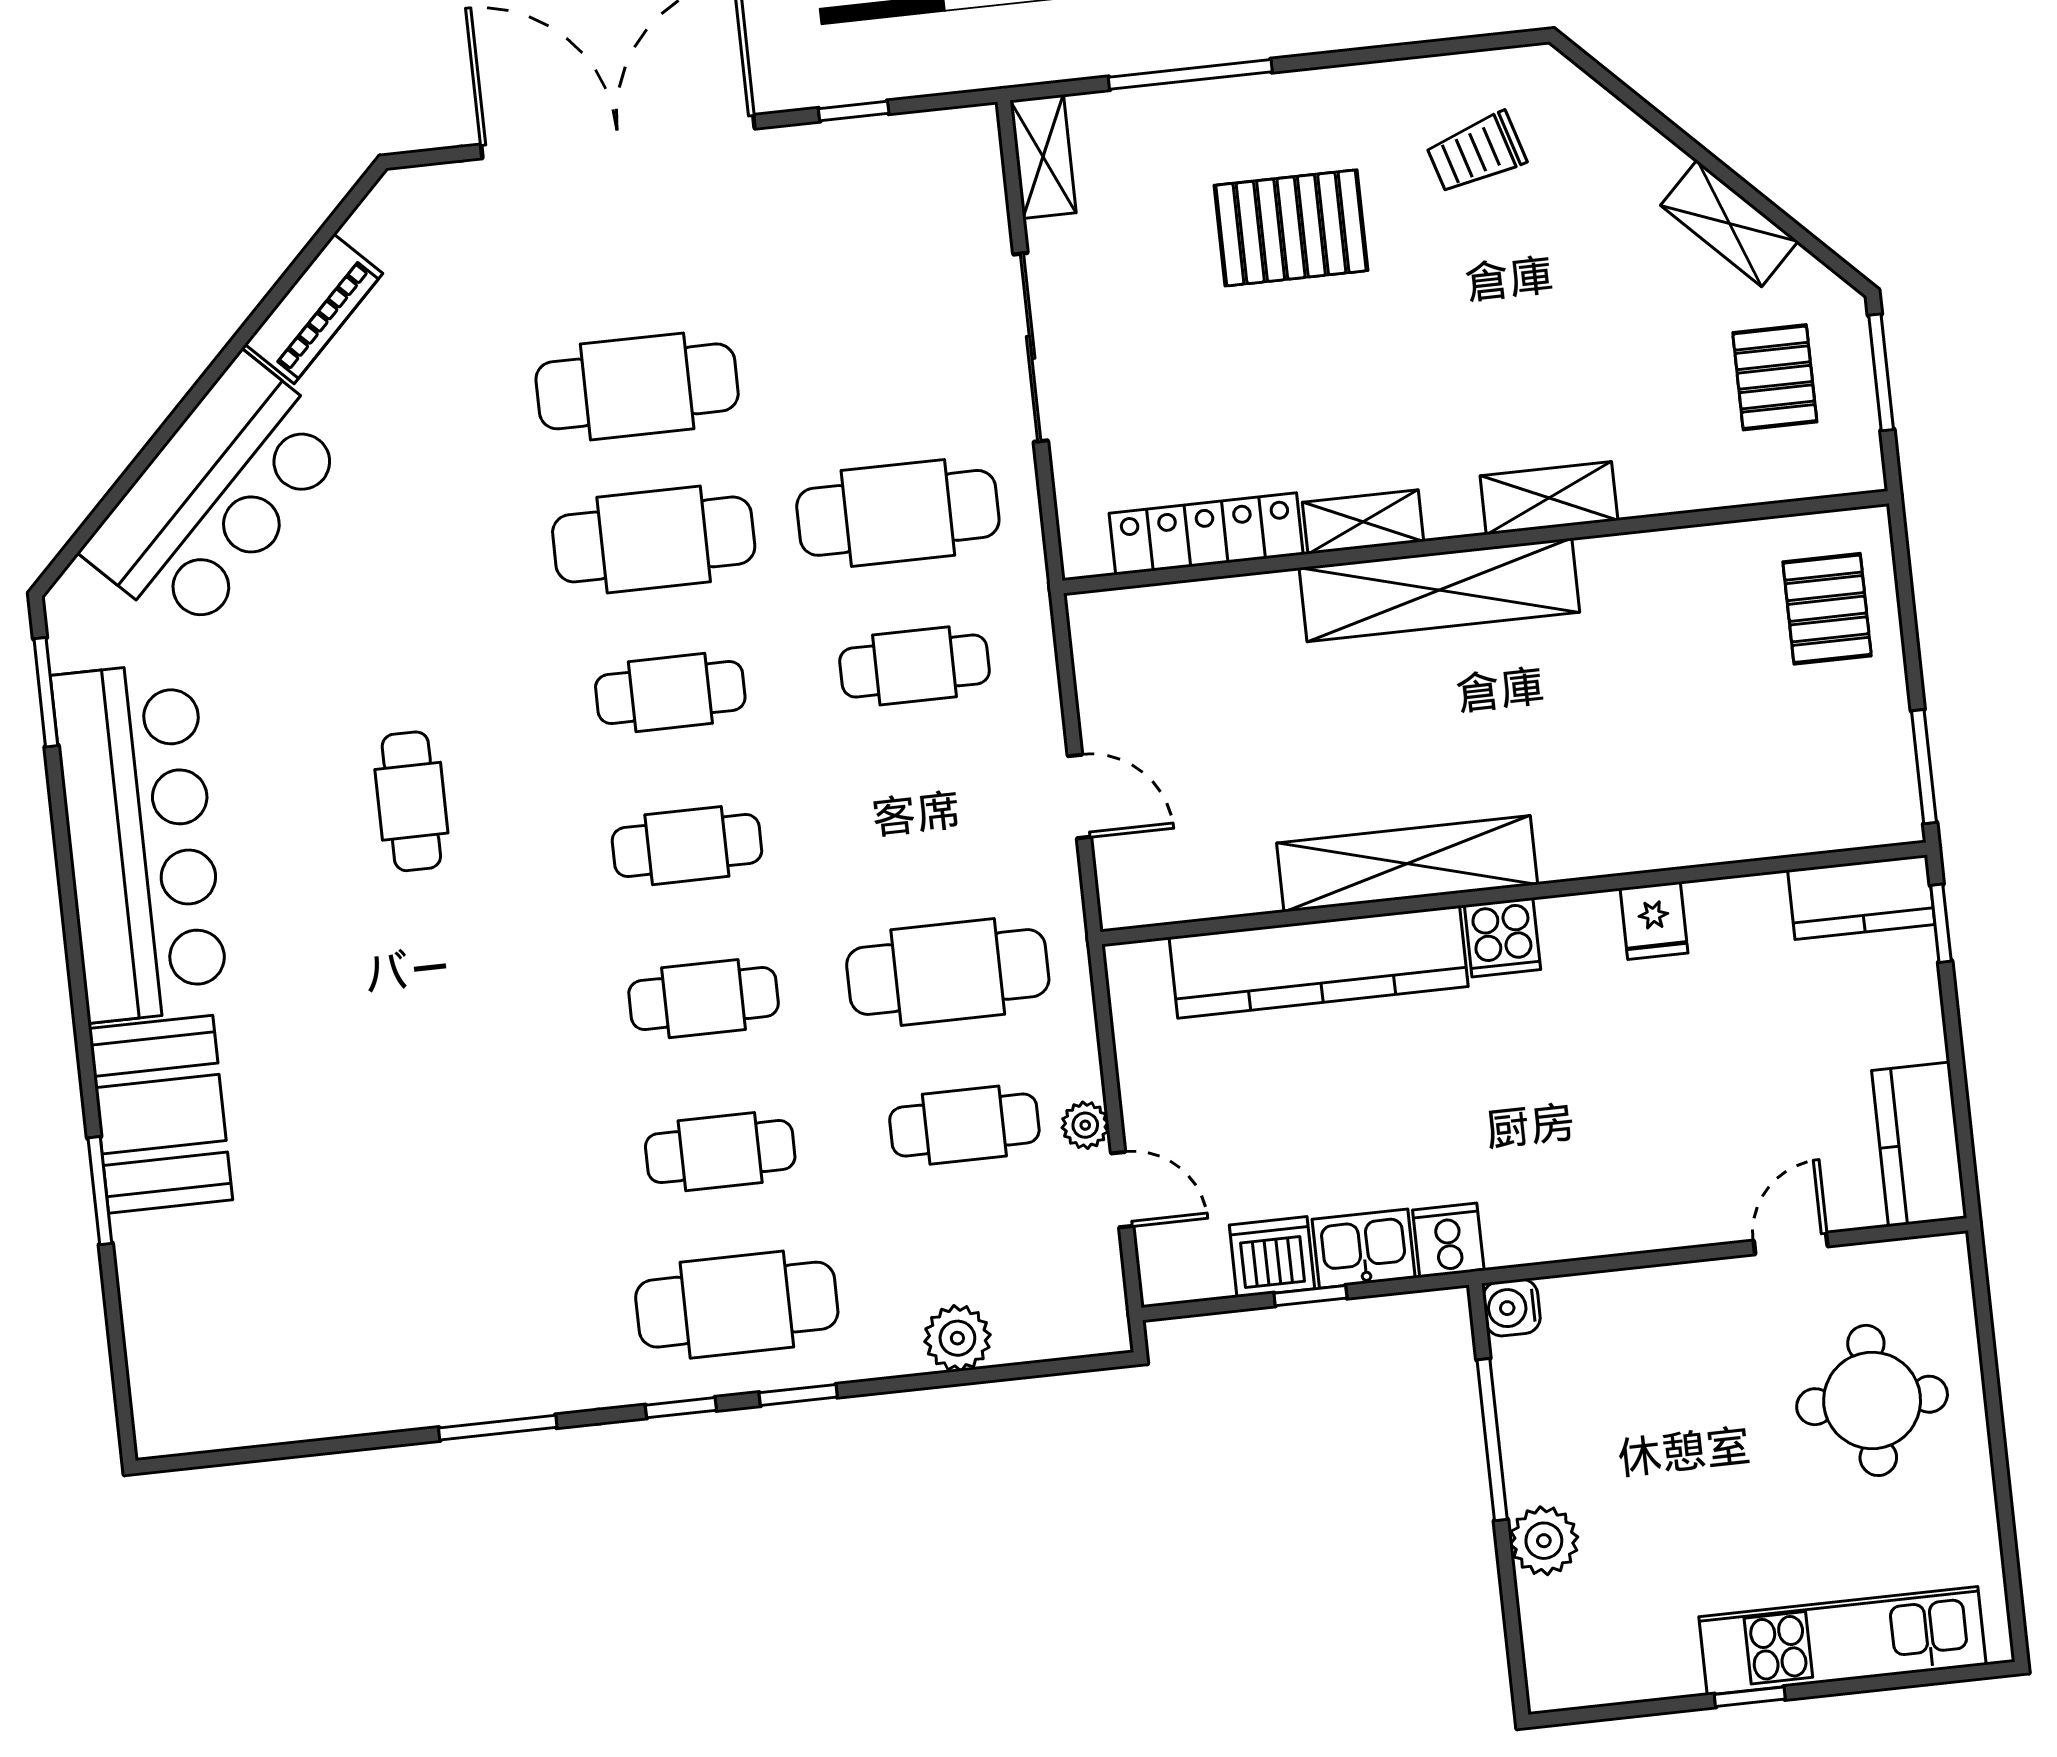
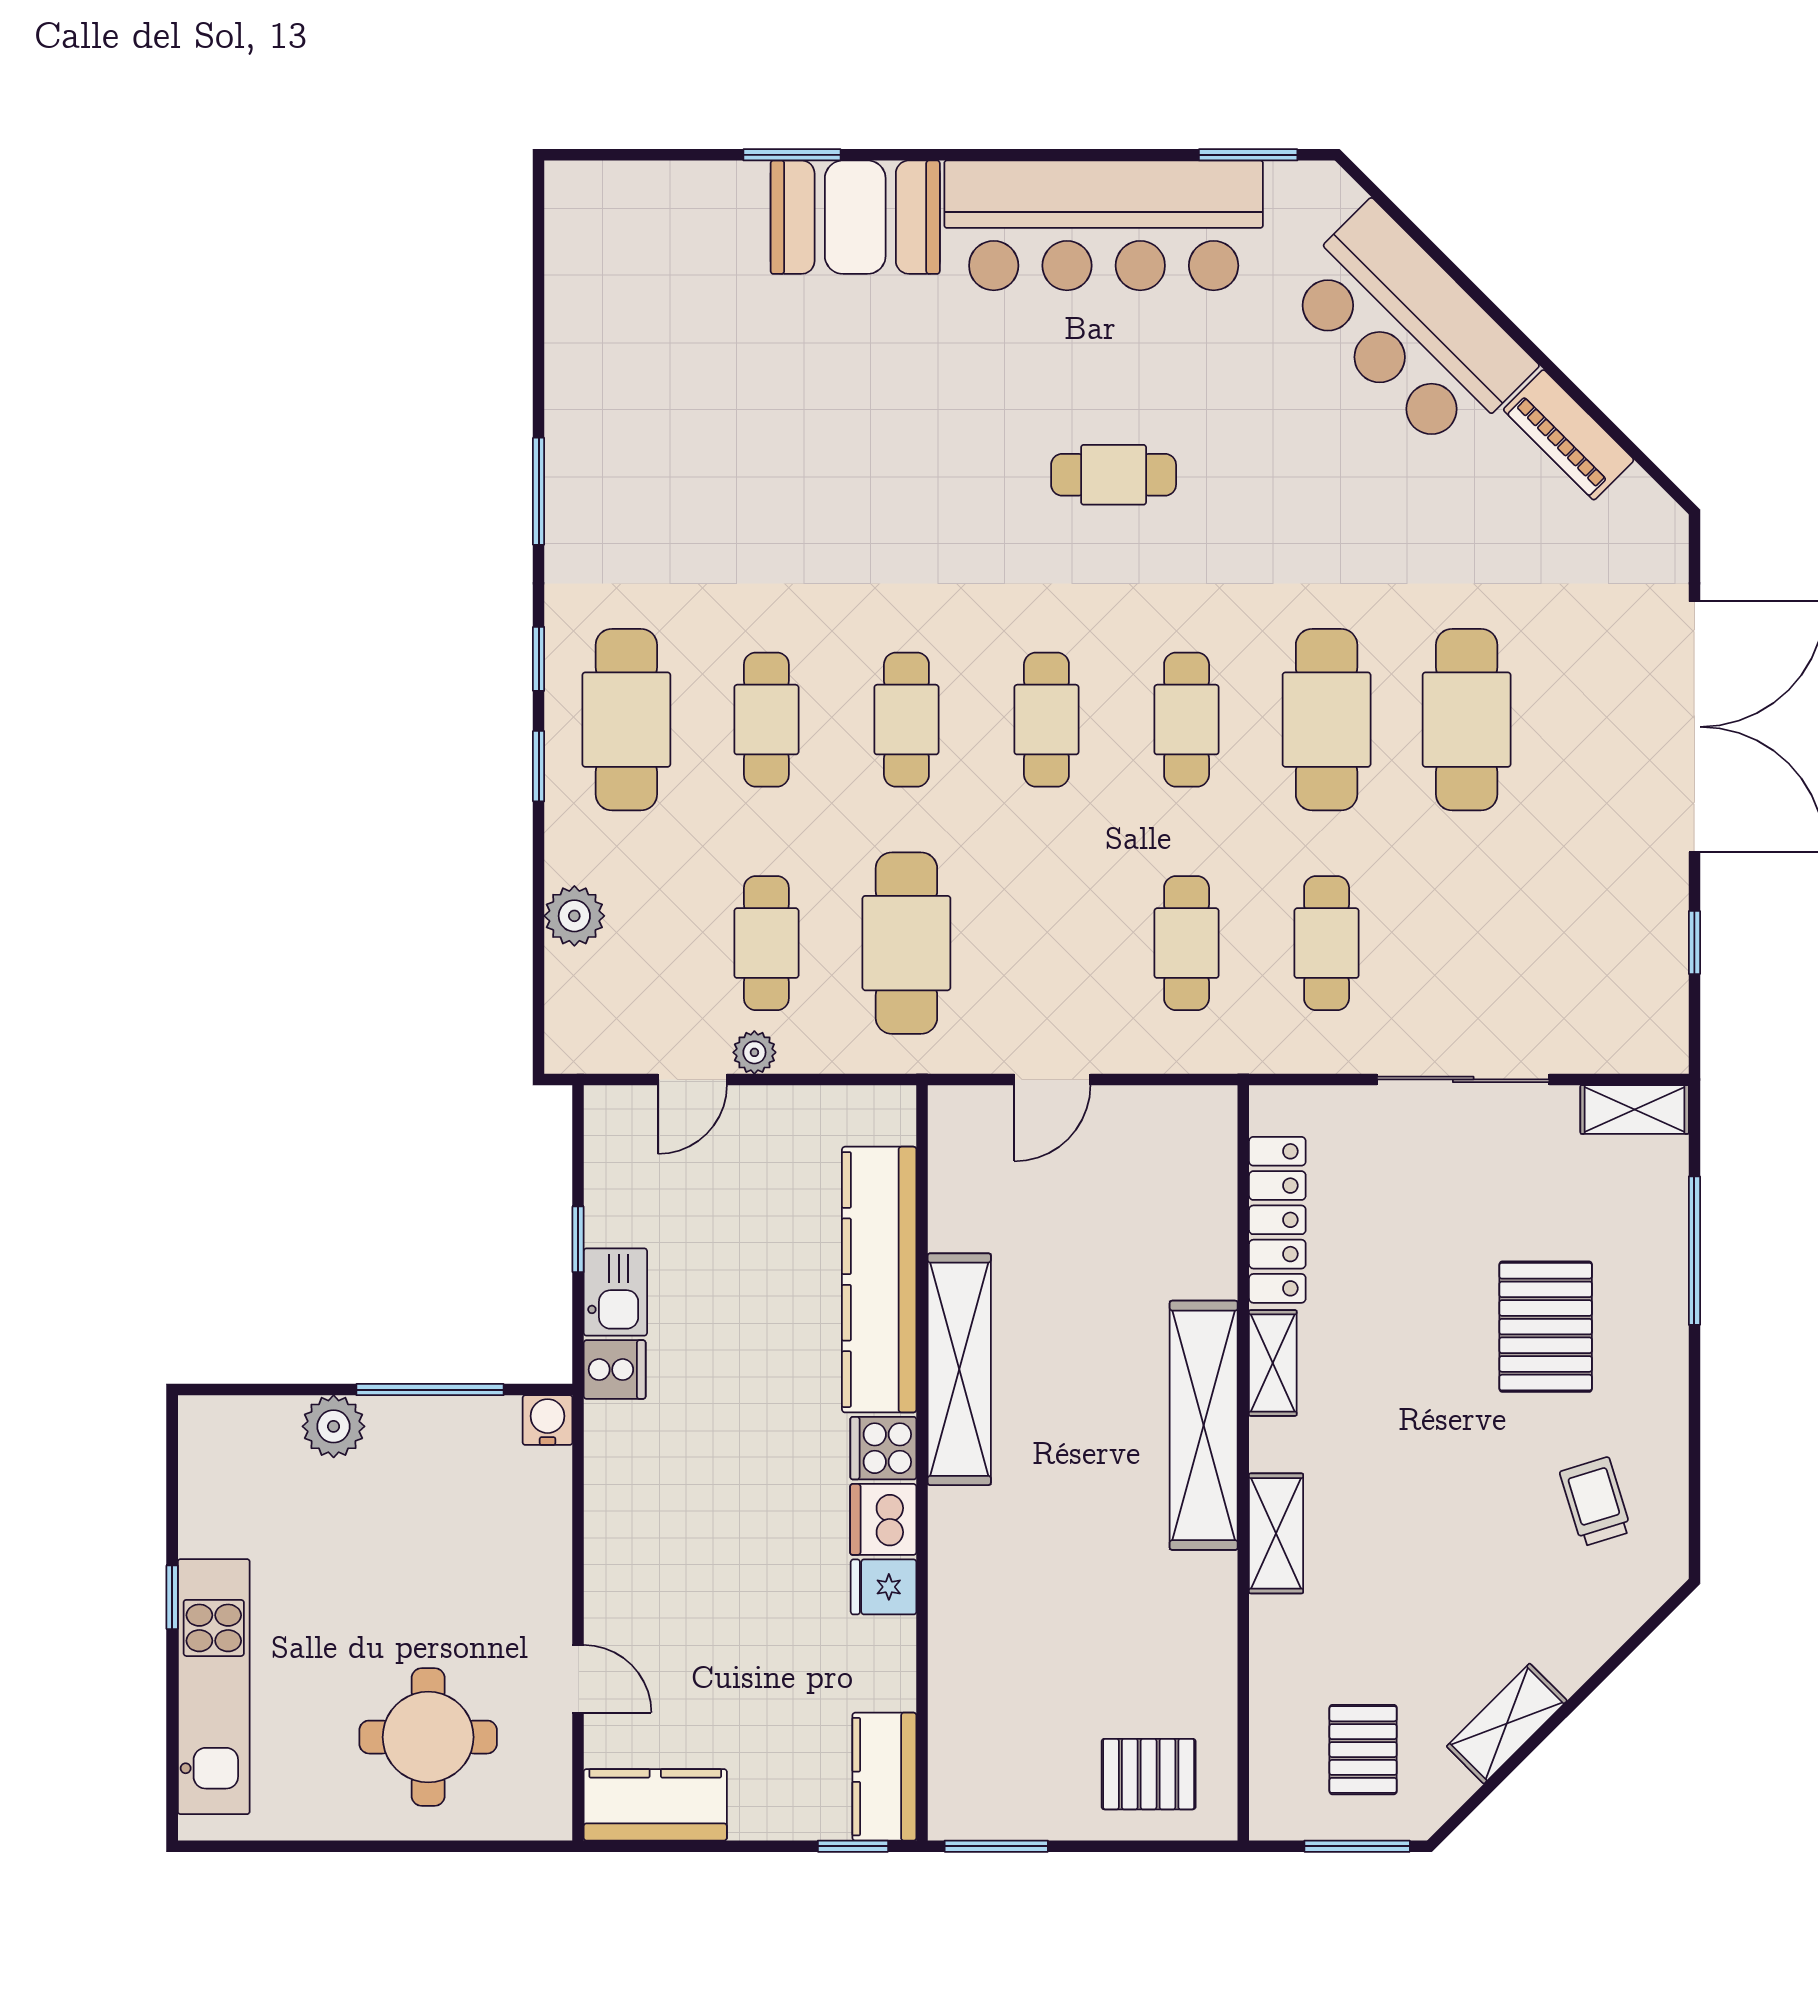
pallet: (1775, 377) -> (1363, 1750), turned 90
cafe table: (898, 513) -> (1327, 943), width x0.73, depth x0.74
dishwasher: (1272, 1257) -> (883, 1519), moved, turned 180

